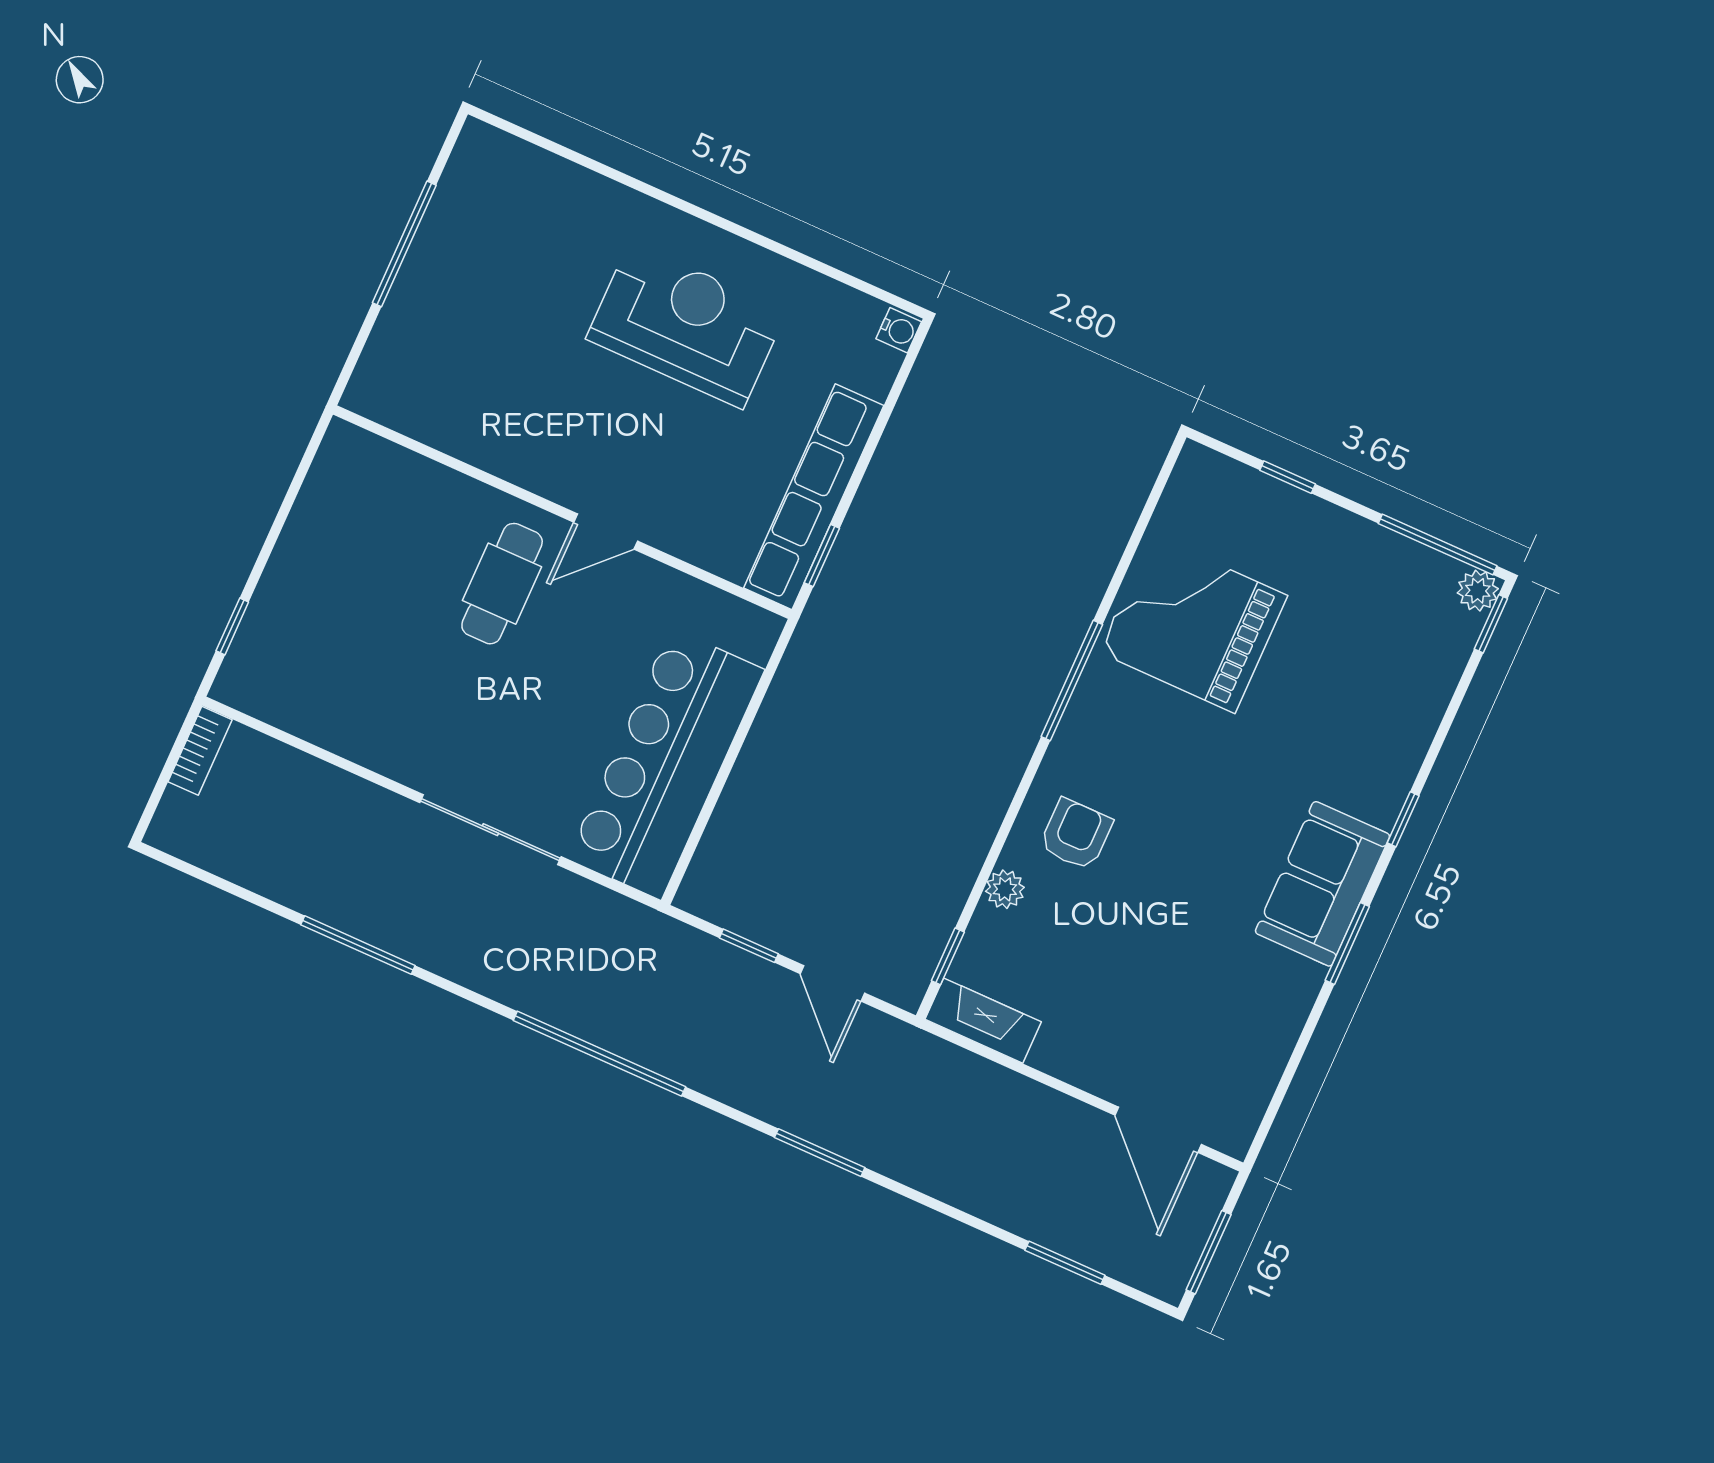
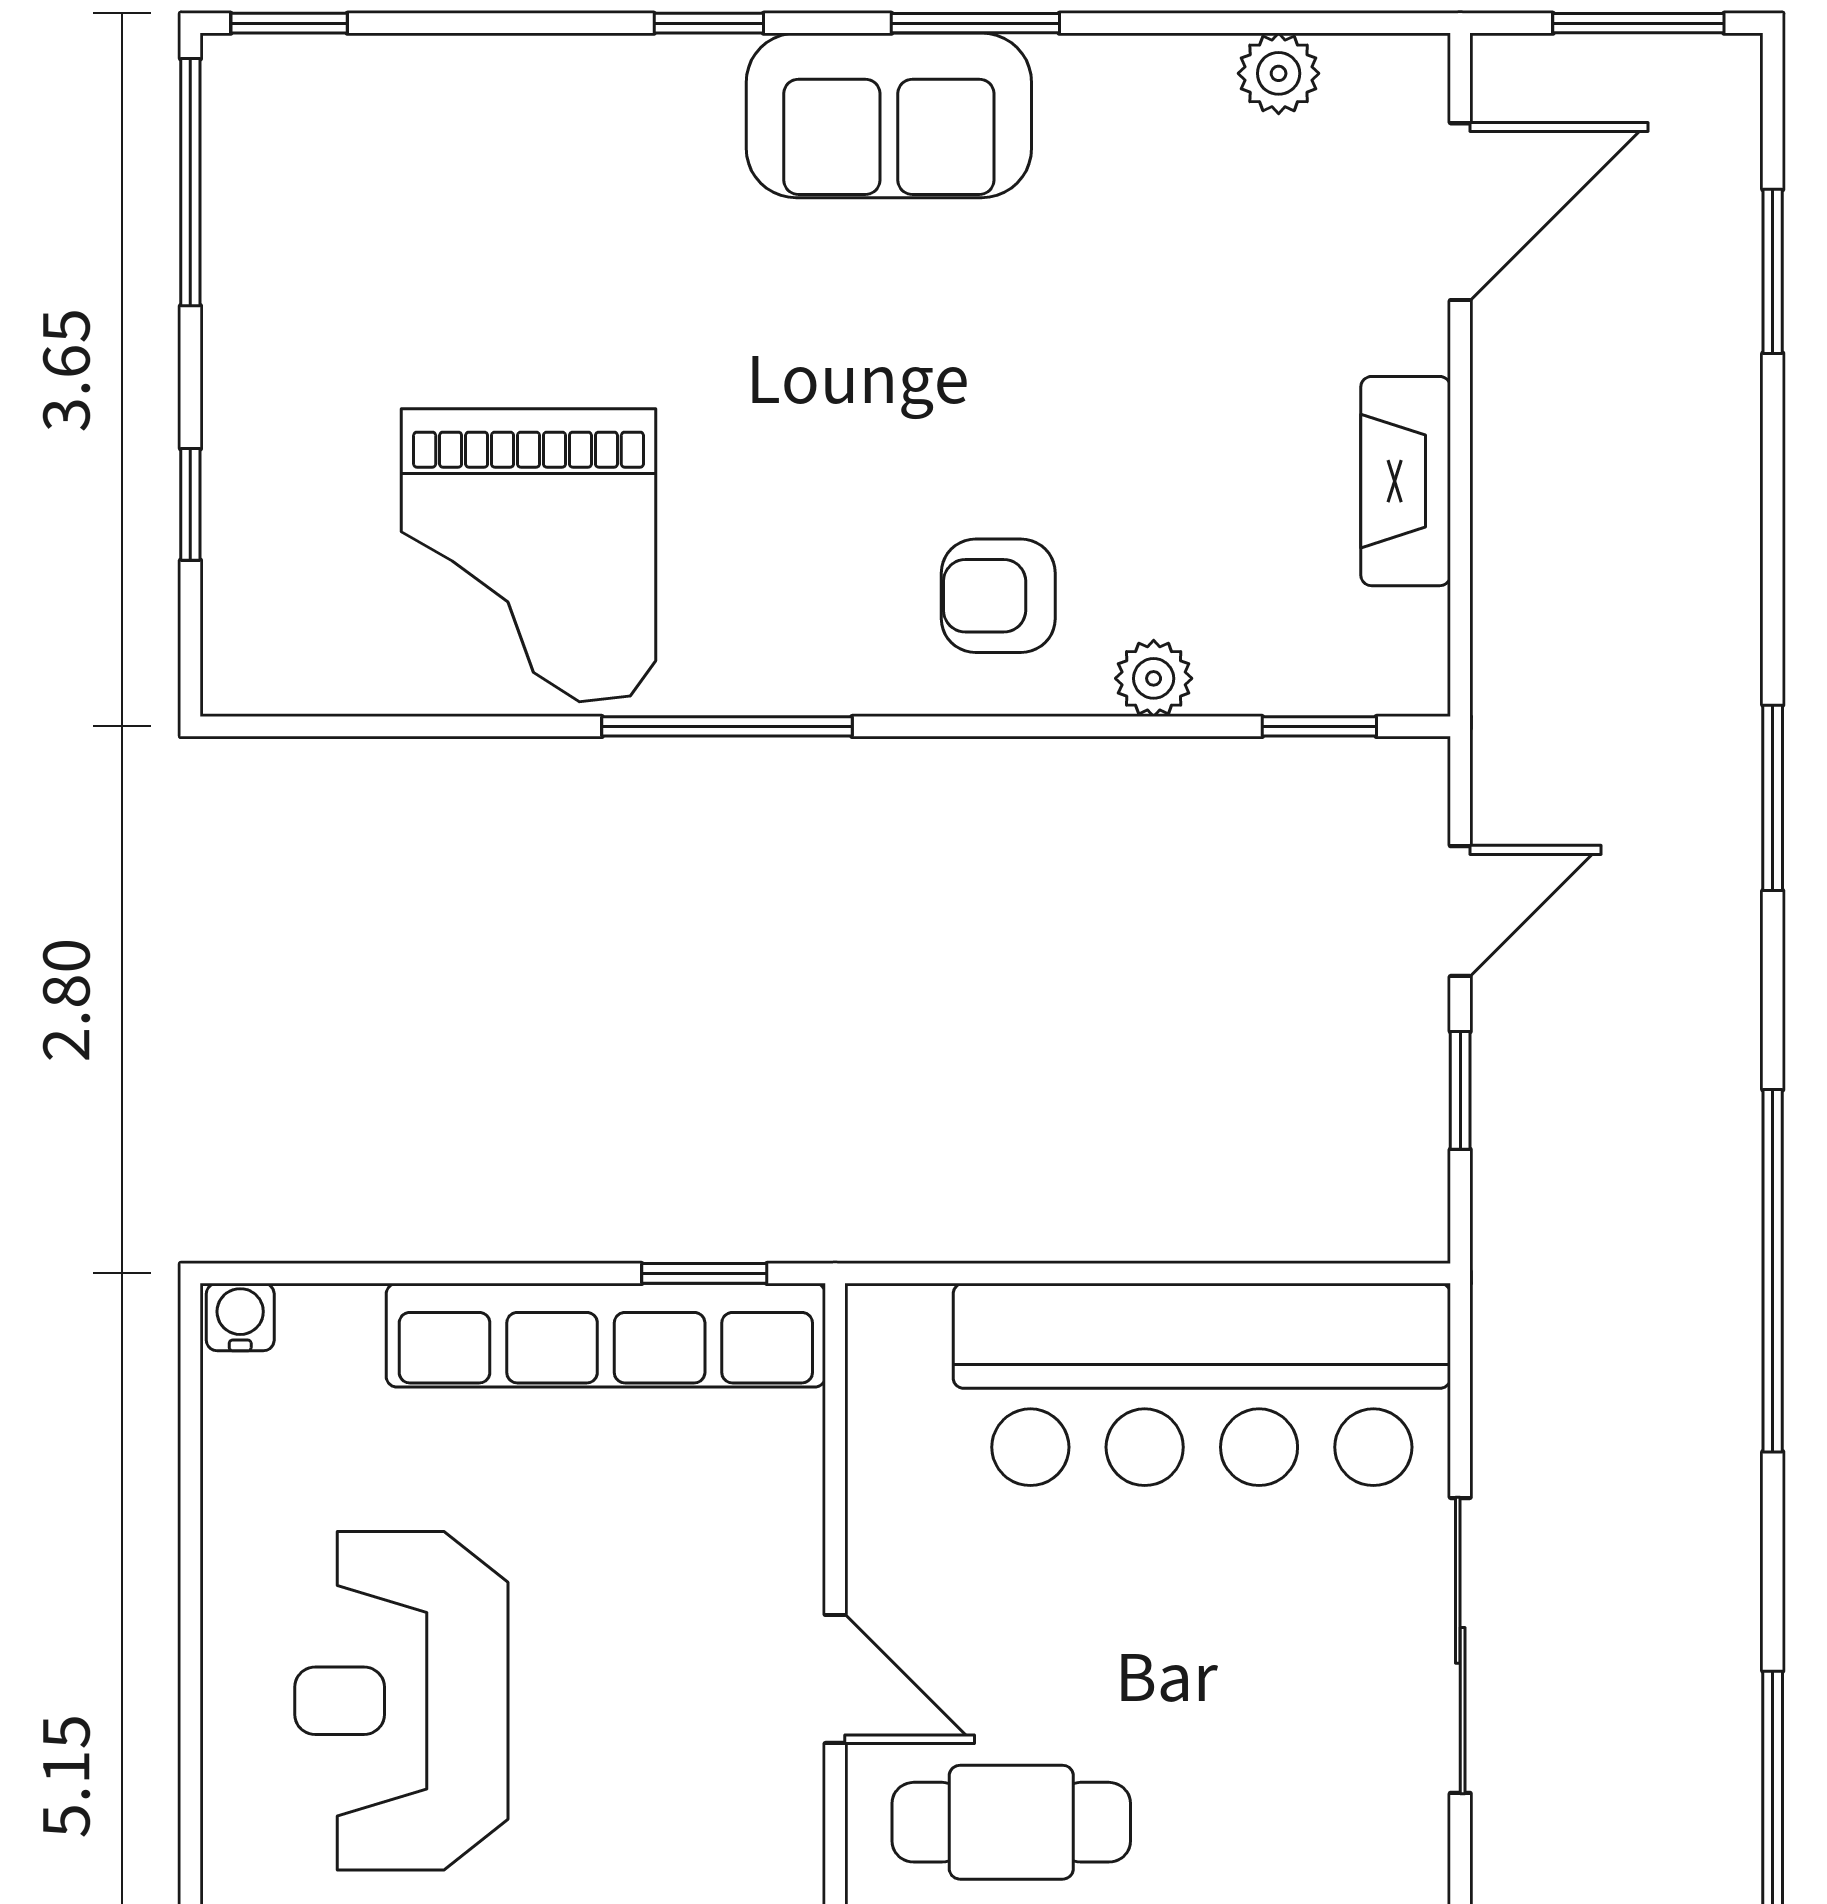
plant: (1478, 591) -> (1279, 73), moved
fireplace: (983, 1021) -> (1406, 481), moved

